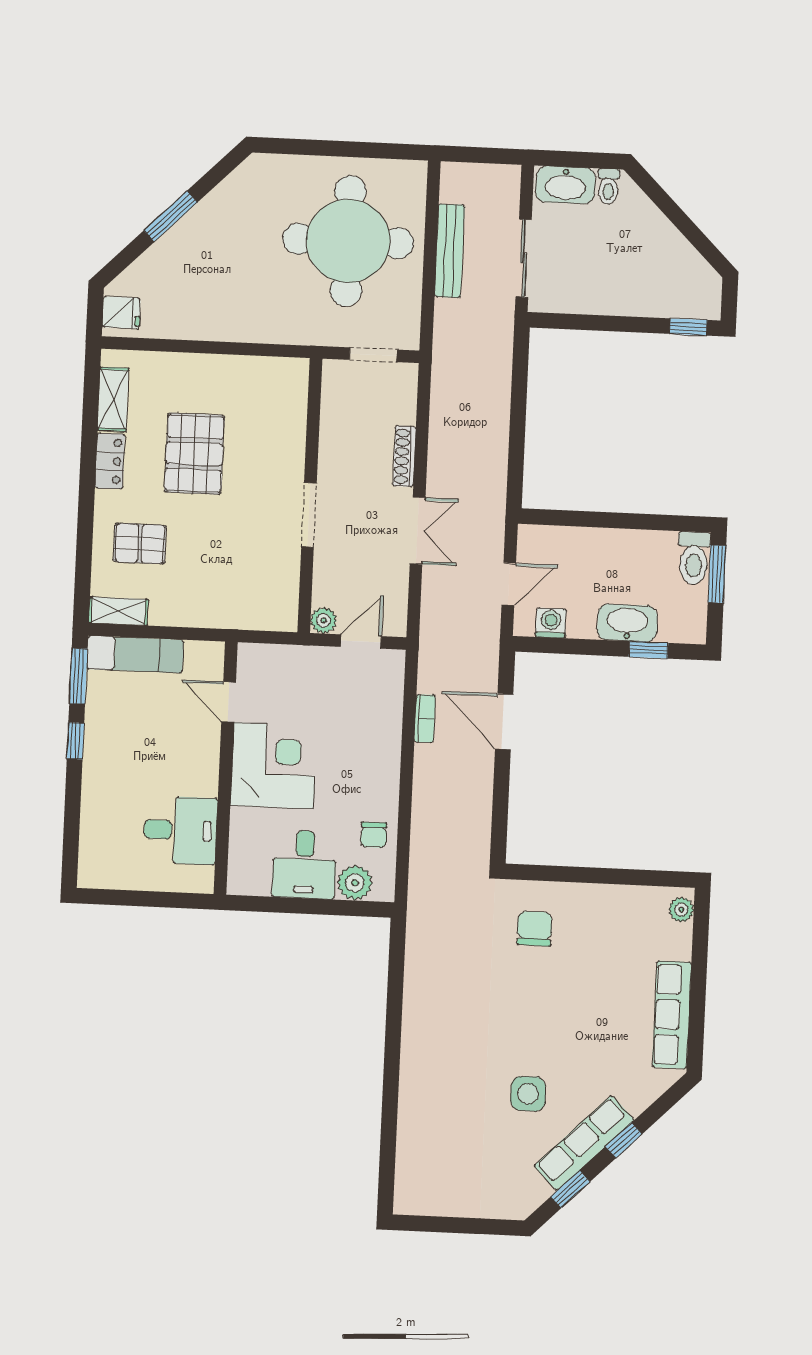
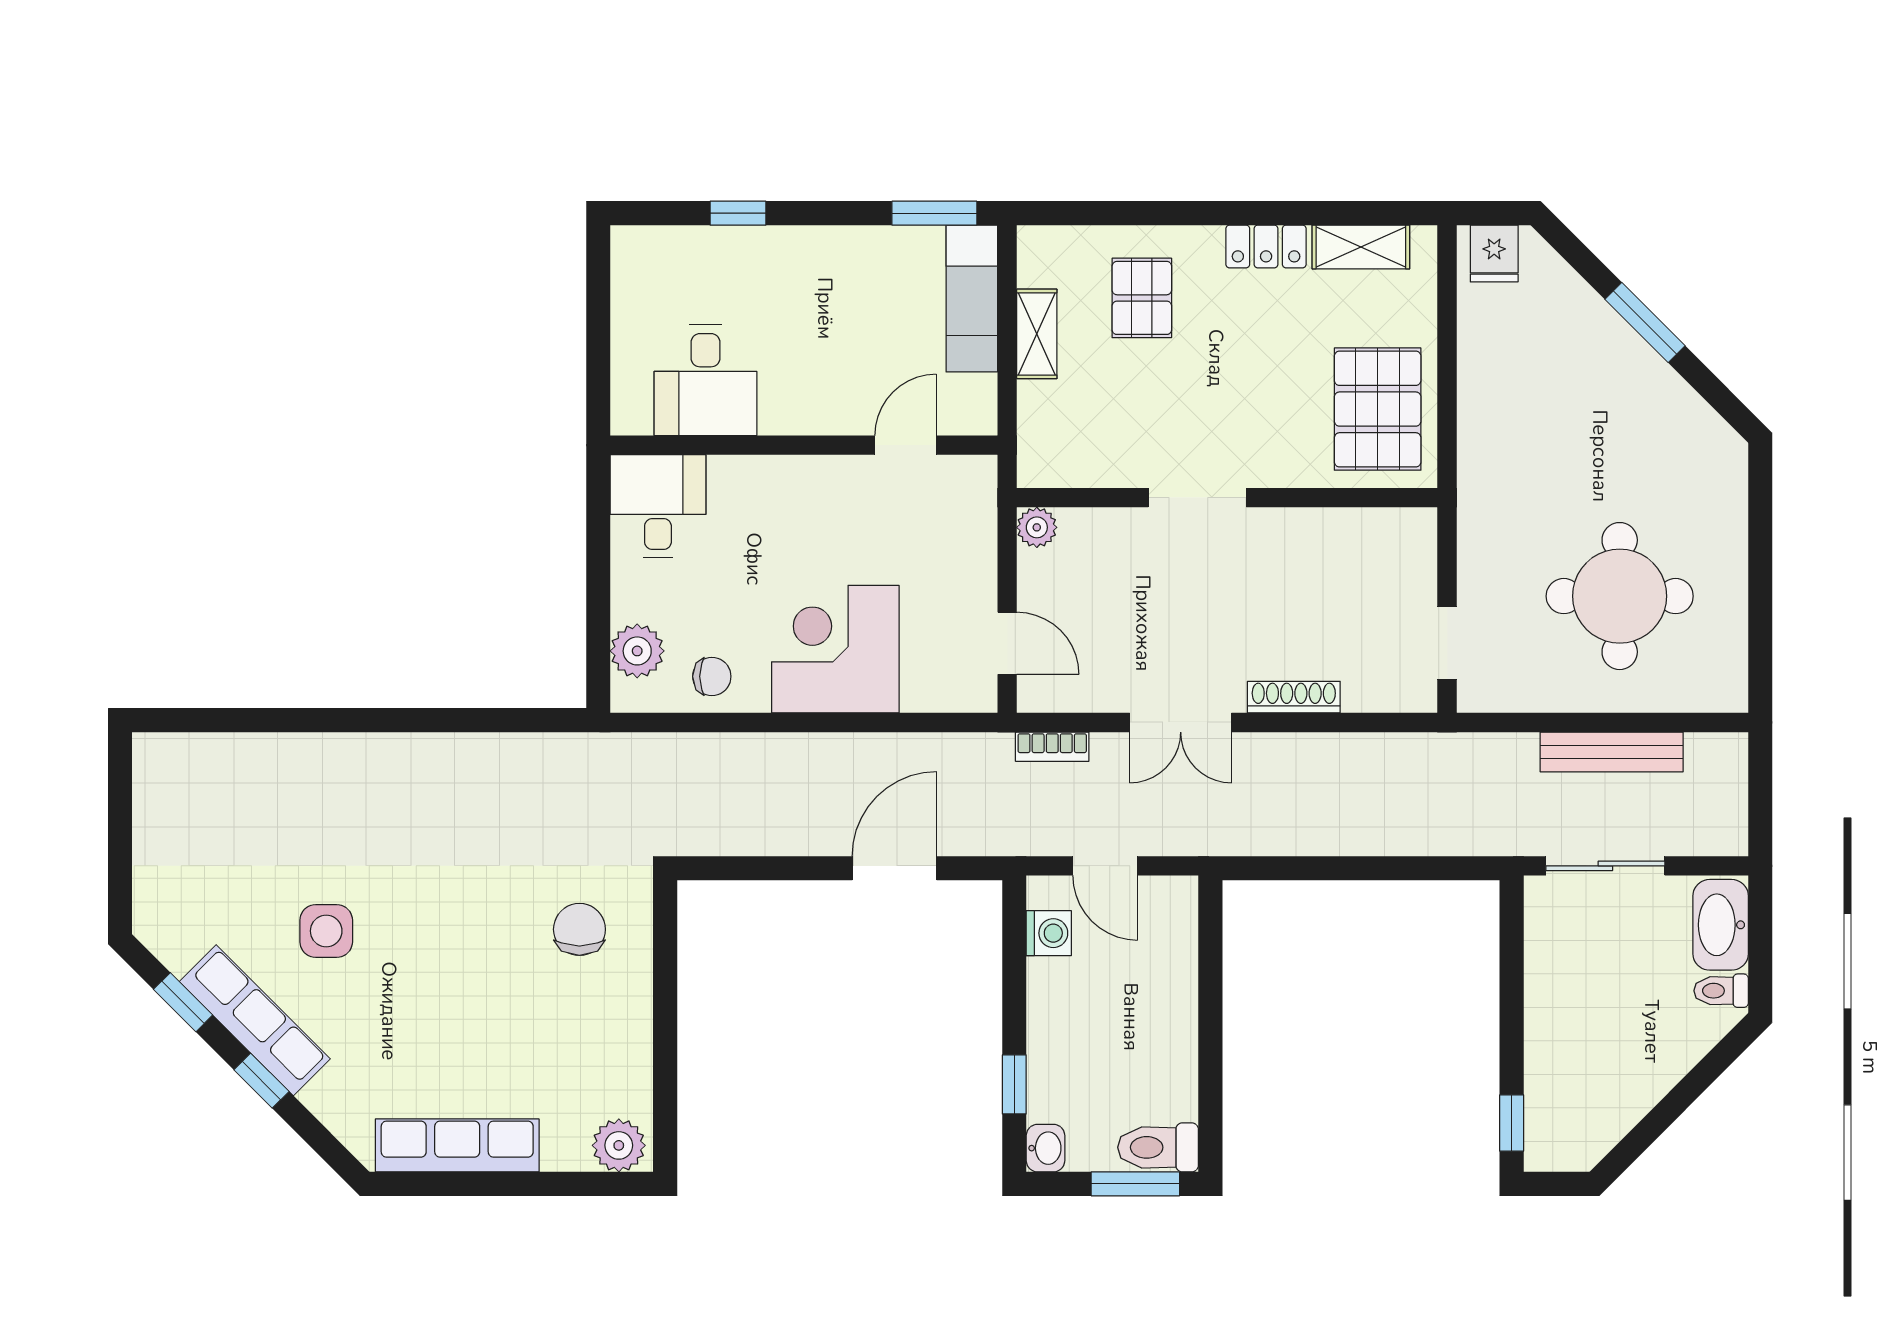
round table: (348, 241) -> (1620, 596), width x0.73, depth x0.73
pallet: (194, 454) -> (1378, 409), moved, turned 90
wall: (310, 496) -> (1227, 498), moved
doorway: (309, 515) -> (1197, 498), moved
shelving: (118, 611) -> (1037, 334), moved
plant: (324, 620) -> (1037, 527), moved
washbasin: (627, 623) -> (1046, 1148), moved, width x0.52, depth x0.69
bookcase: (425, 718) -> (1052, 747), moved
window: (75, 741) -> (738, 213), moved
corner desk: (274, 766) -> (835, 649), moved, turned 180
chair: (374, 835) -> (712, 676), turned 180
desk: (304, 864) -> (658, 506), moved, turned 90
plant: (681, 910) -> (619, 1145), width x1.38, depth x1.38
chair: (535, 929) -> (579, 929), turned -90

